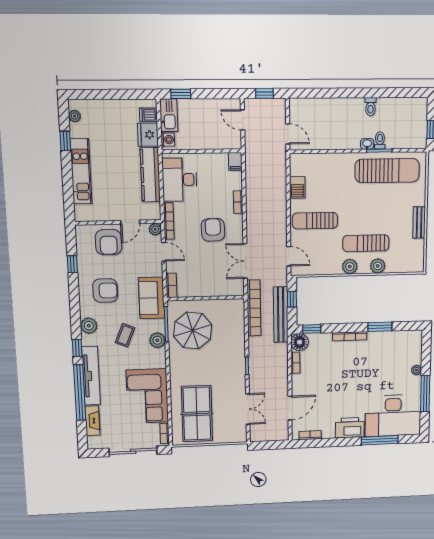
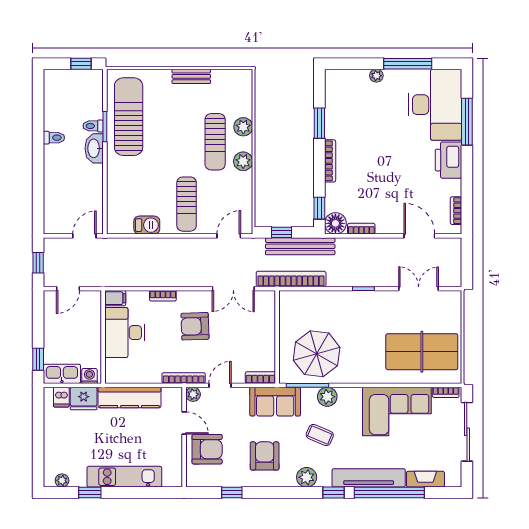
washbasin: (367, 144) -> (94, 148), width x1.91, depth x1.45
desk: (180, 180) -> (125, 333), moved, turned 90

